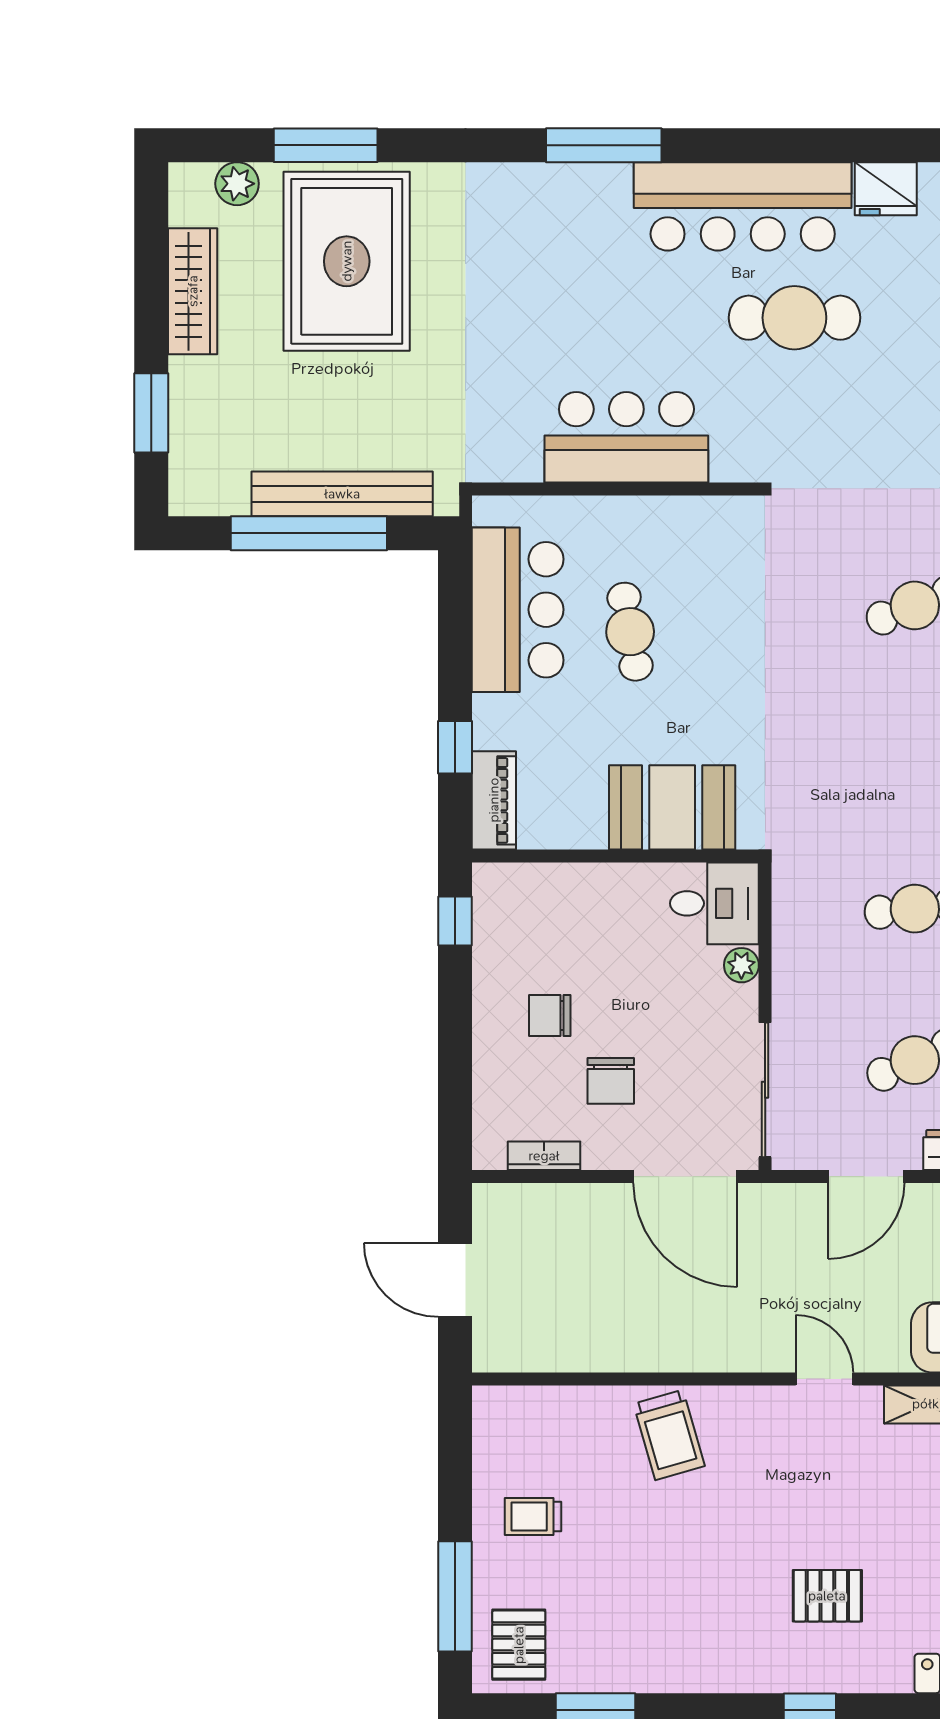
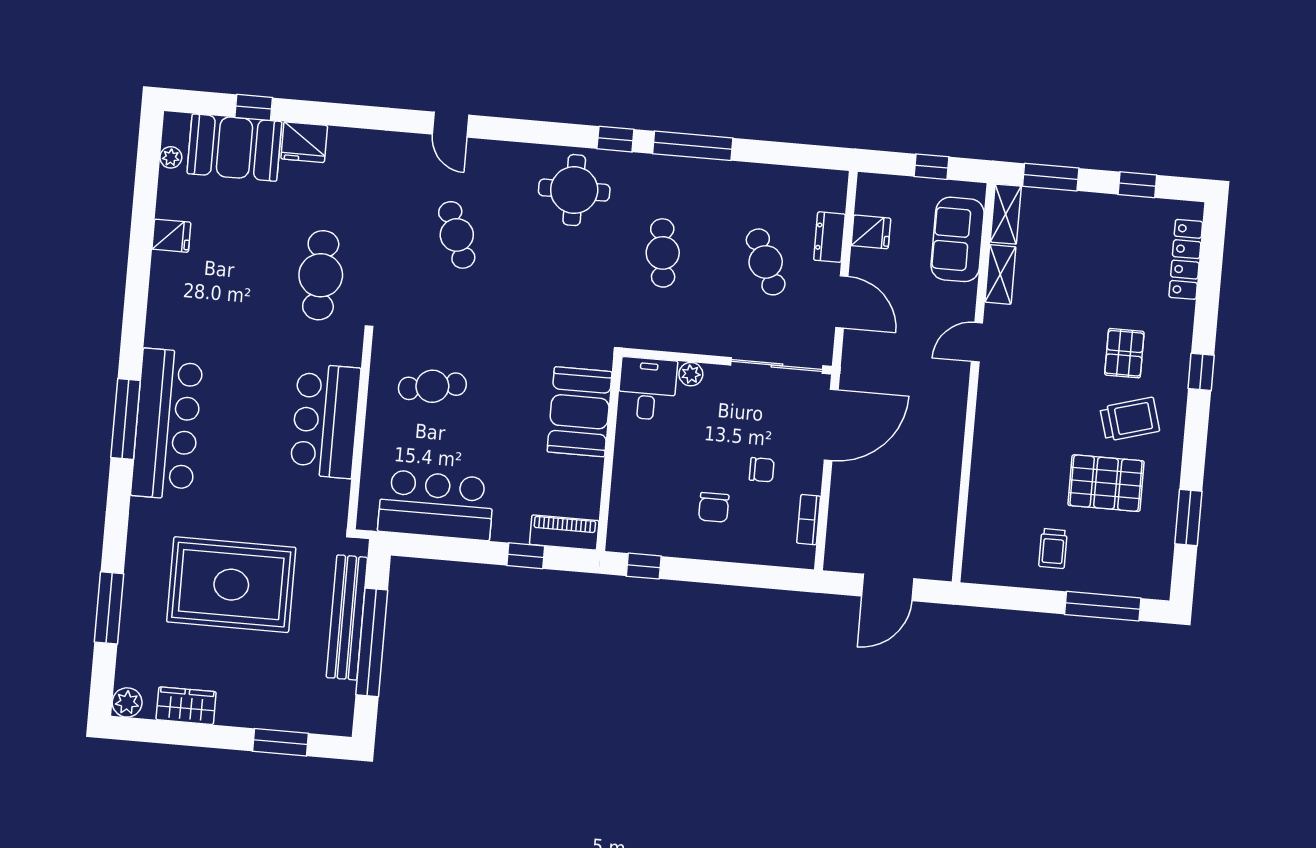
plant: (237, 184) -> (127, 702), moved
fridge: (886, 189) -> (171, 236), width x0.72
bar counter: (743, 206) -> (167, 424), moved
rug: (347, 261) -> (231, 585), moved
wardrobe: (193, 291) -> (186, 706), width x0.67
cafe table: (794, 318) -> (321, 275), moved
cafe table: (630, 632) -> (432, 386), moved
chair: (611, 1081) -> (762, 470), width x0.73, depth x0.73
trolley: (669, 1435) -> (1130, 419), moved
pallet: (519, 1645) -> (1106, 483), moved, width x1.50, depth x1.42

